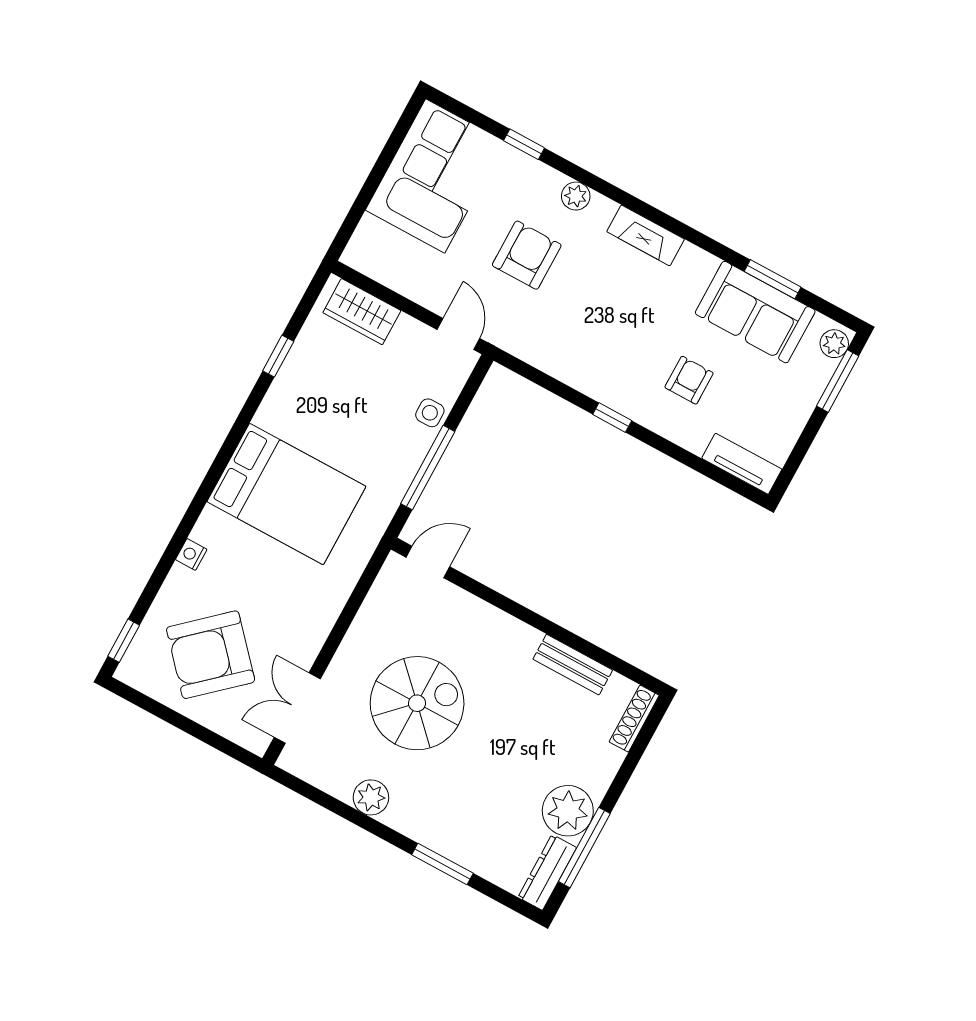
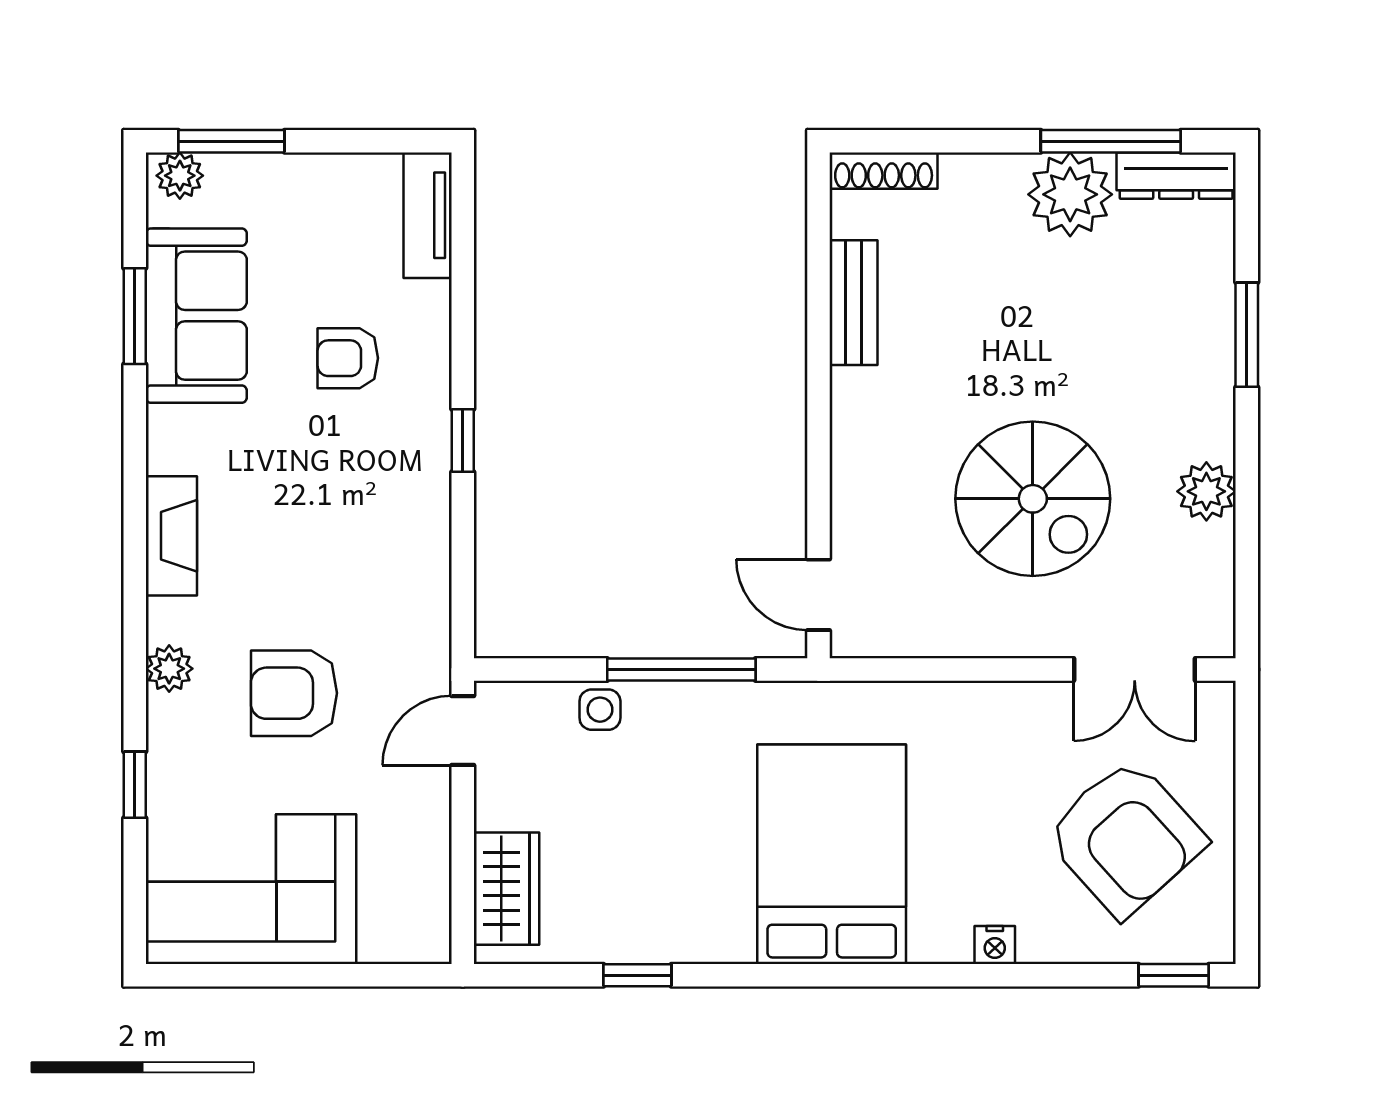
spiral stairs: (417, 703) -> (1033, 499), turned 180

